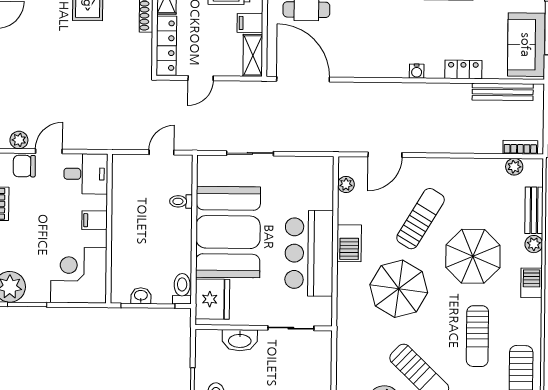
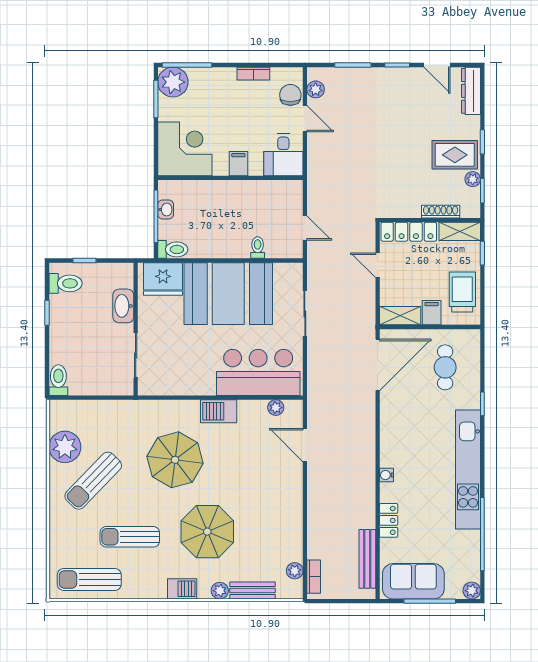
sun lounger: (421, 219) -> (243, 480), removed
bar counter: (309, 253) -> (258, 372), moved

